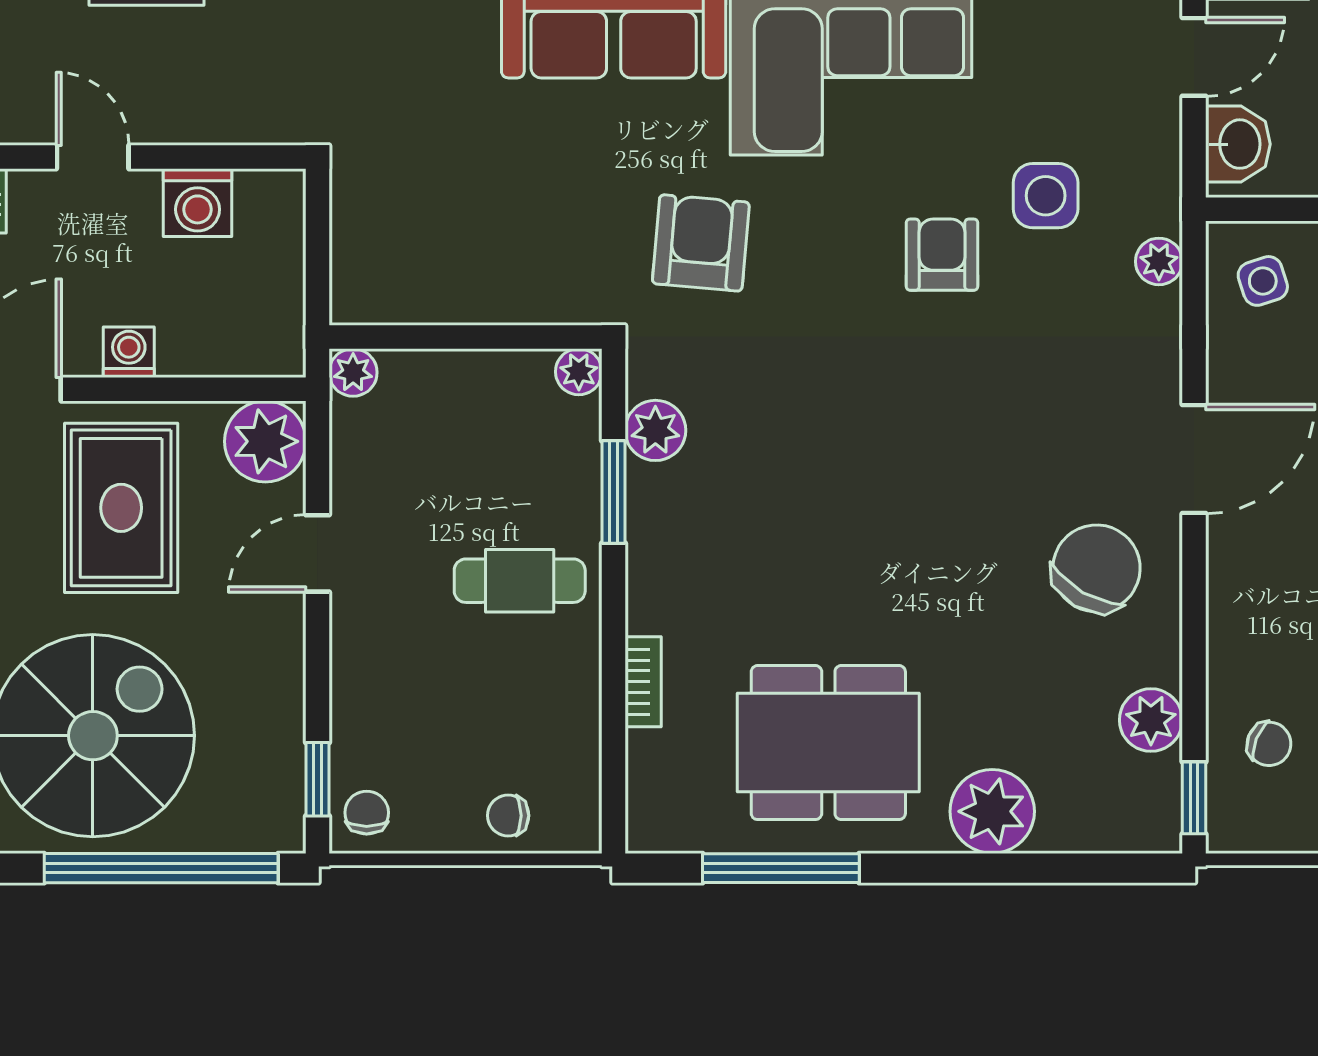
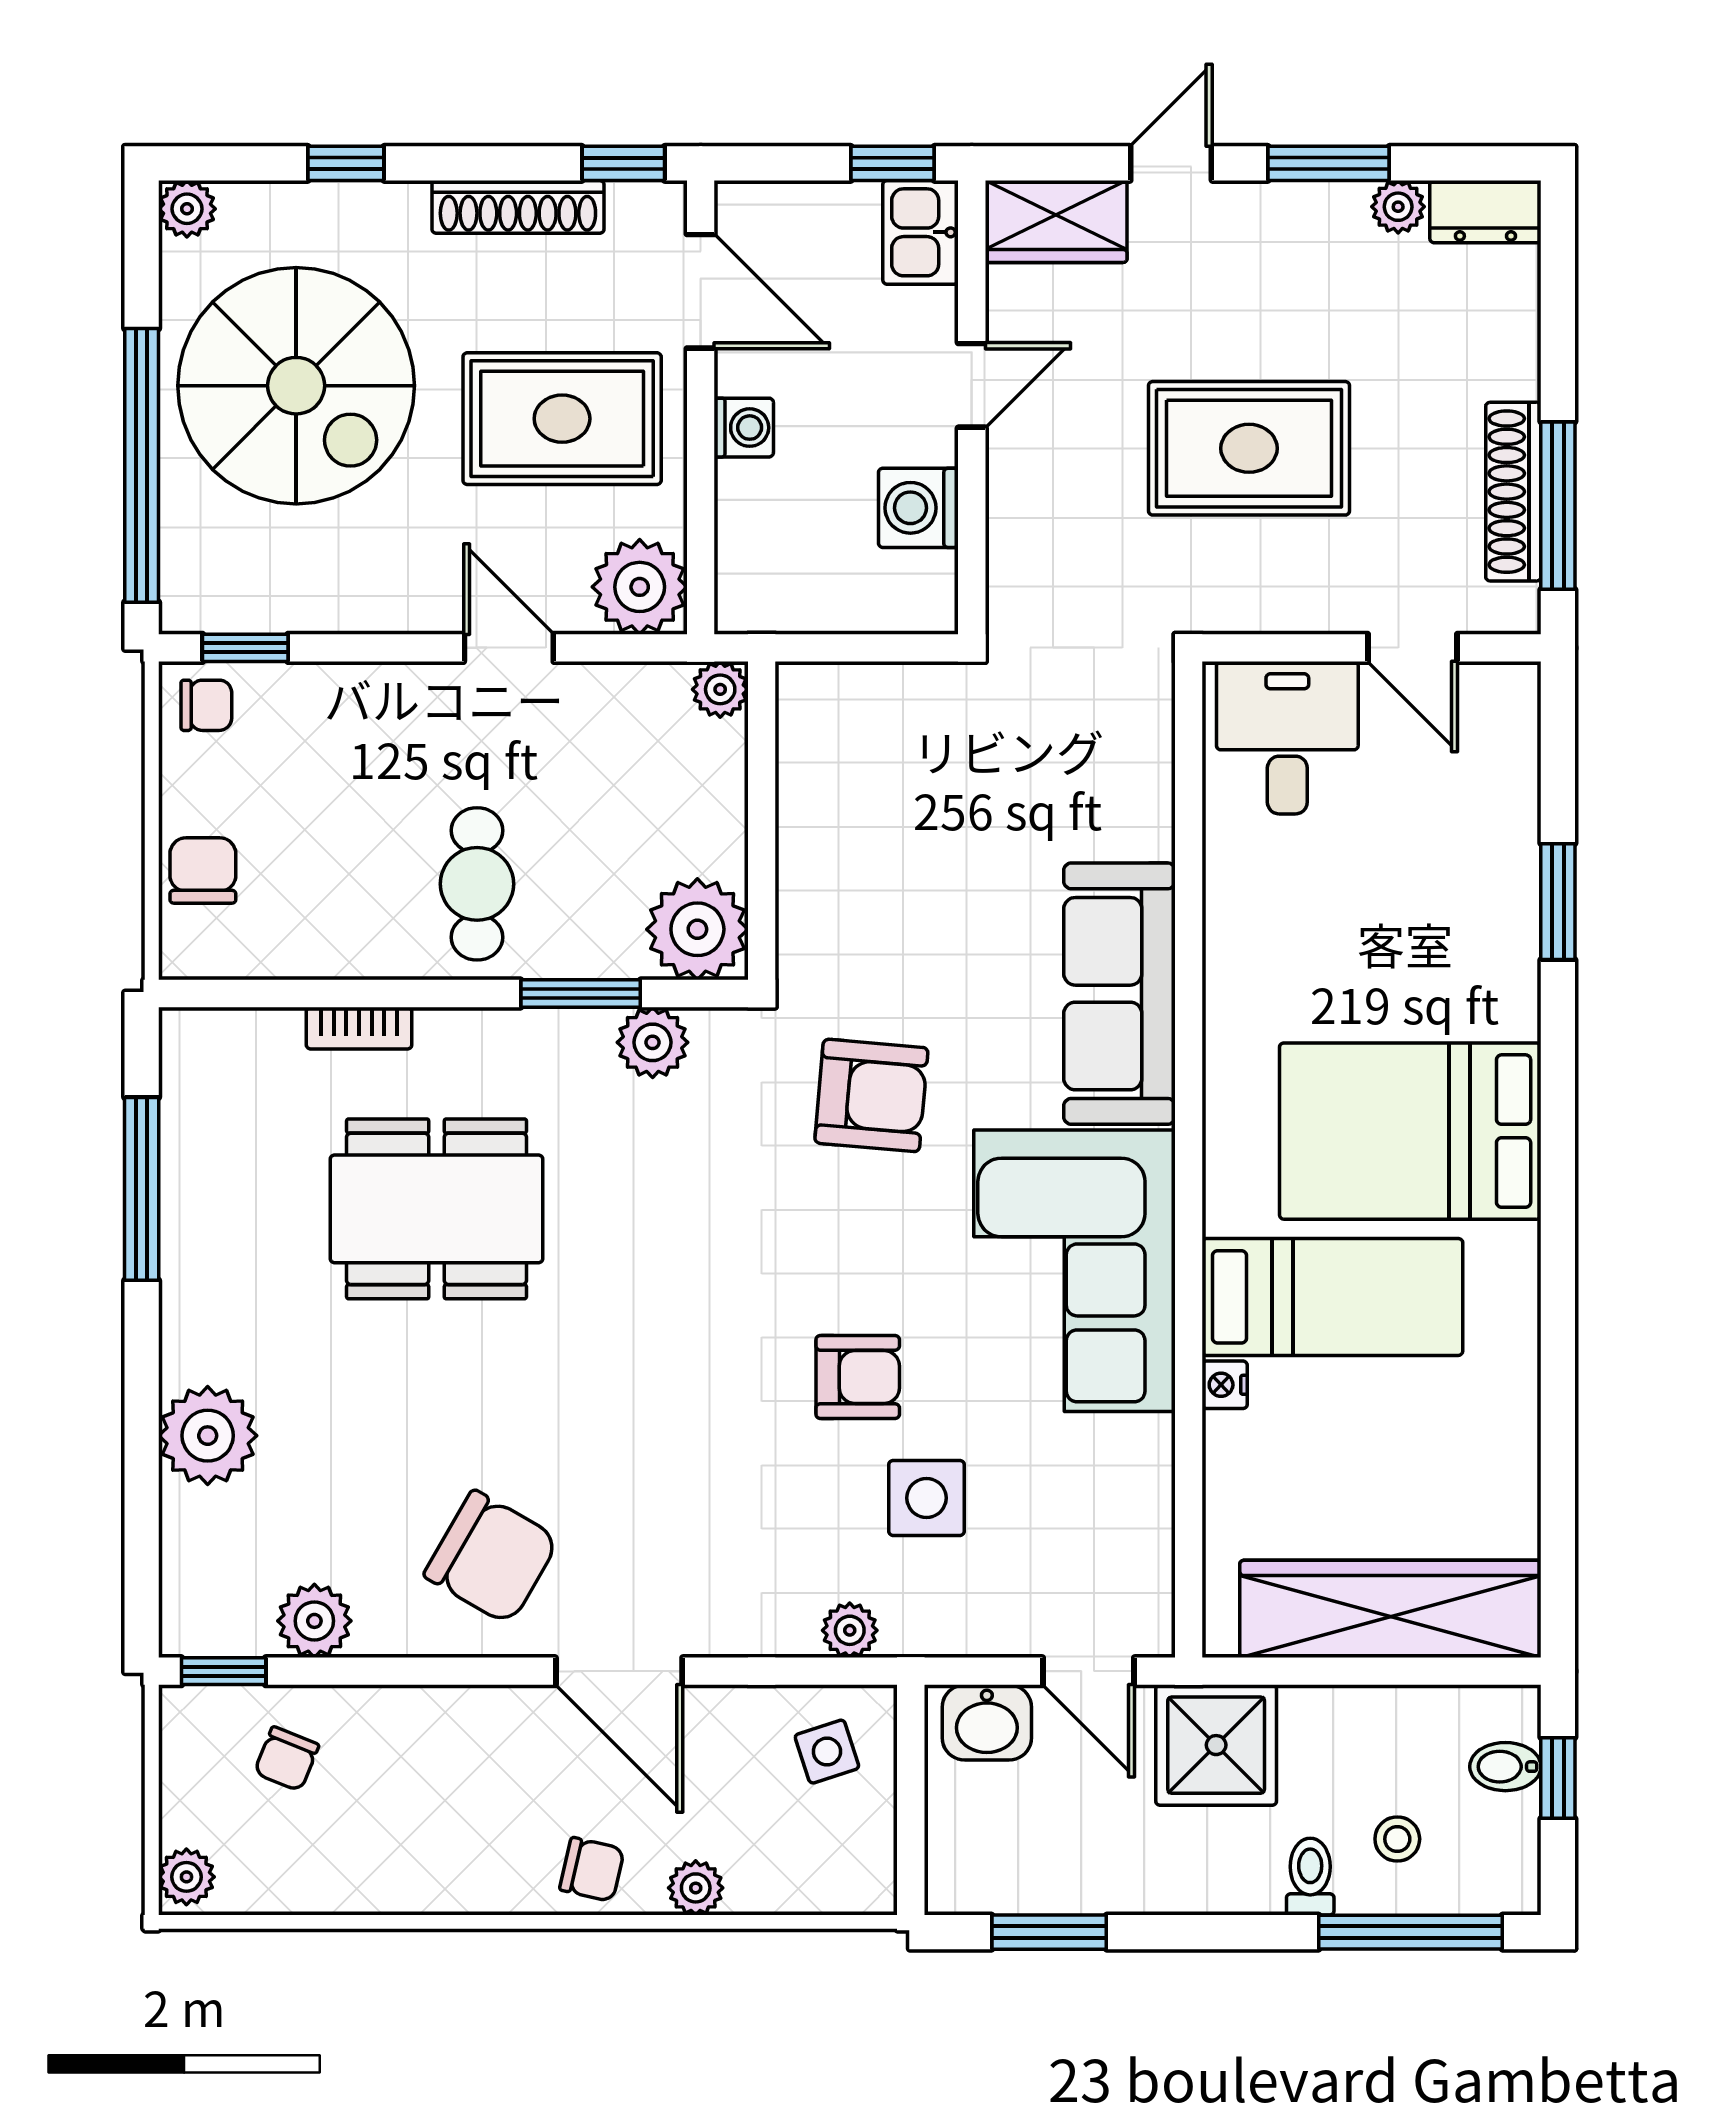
plant: (579, 372) -> (697, 929), width x1.88, depth x1.88
dining table: (828, 743) -> (437, 1209), moved, turned 90
chair: (508, 816) -> (203, 870), width x1.37, depth x1.37

